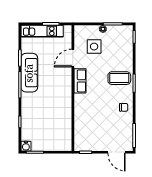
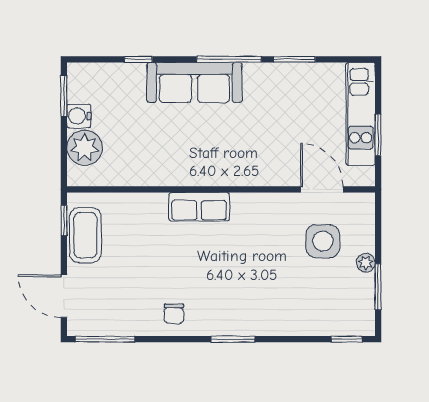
door: (73, 58) -> (322, 189), moved
sofa: (29, 73) -> (194, 82), moved
coffee table: (119, 78) -> (85, 235), moved
row of seats: (80, 81) -> (199, 207), moved
plant: (56, 144) -> (85, 148), added
water cooler: (26, 146) -> (79, 116), moved
door: (117, 152) -> (64, 296), hinge flipped

